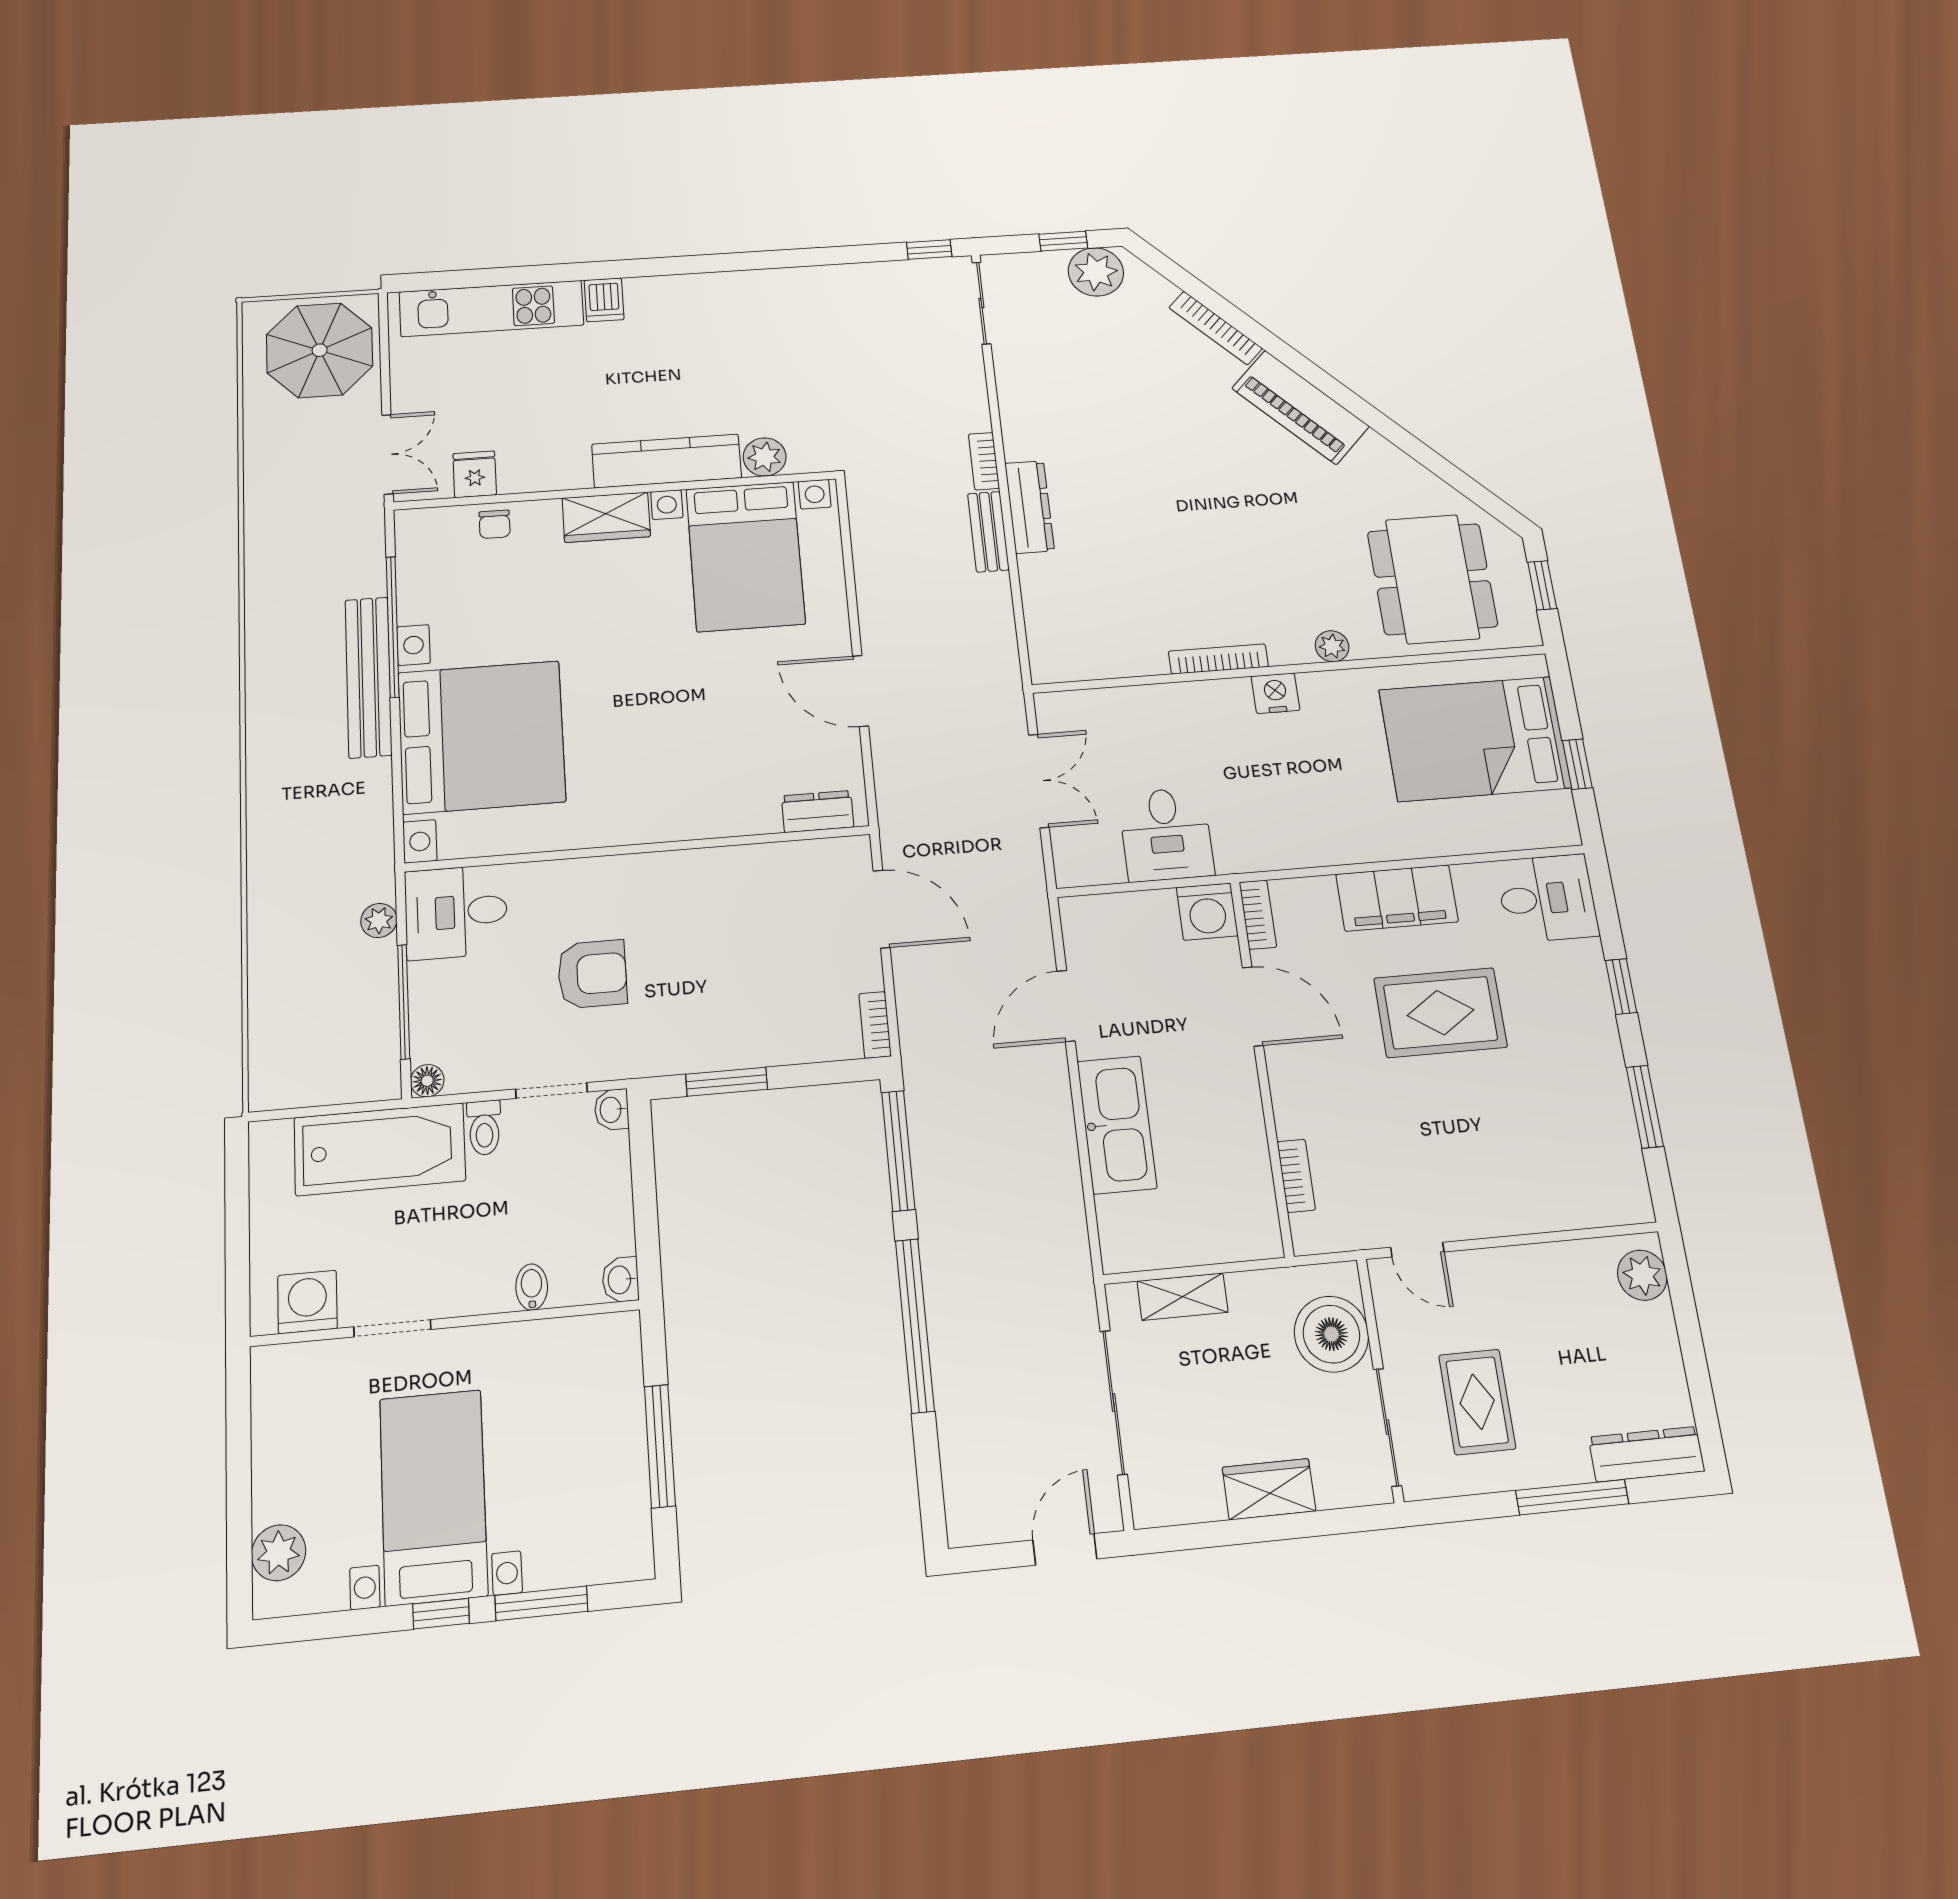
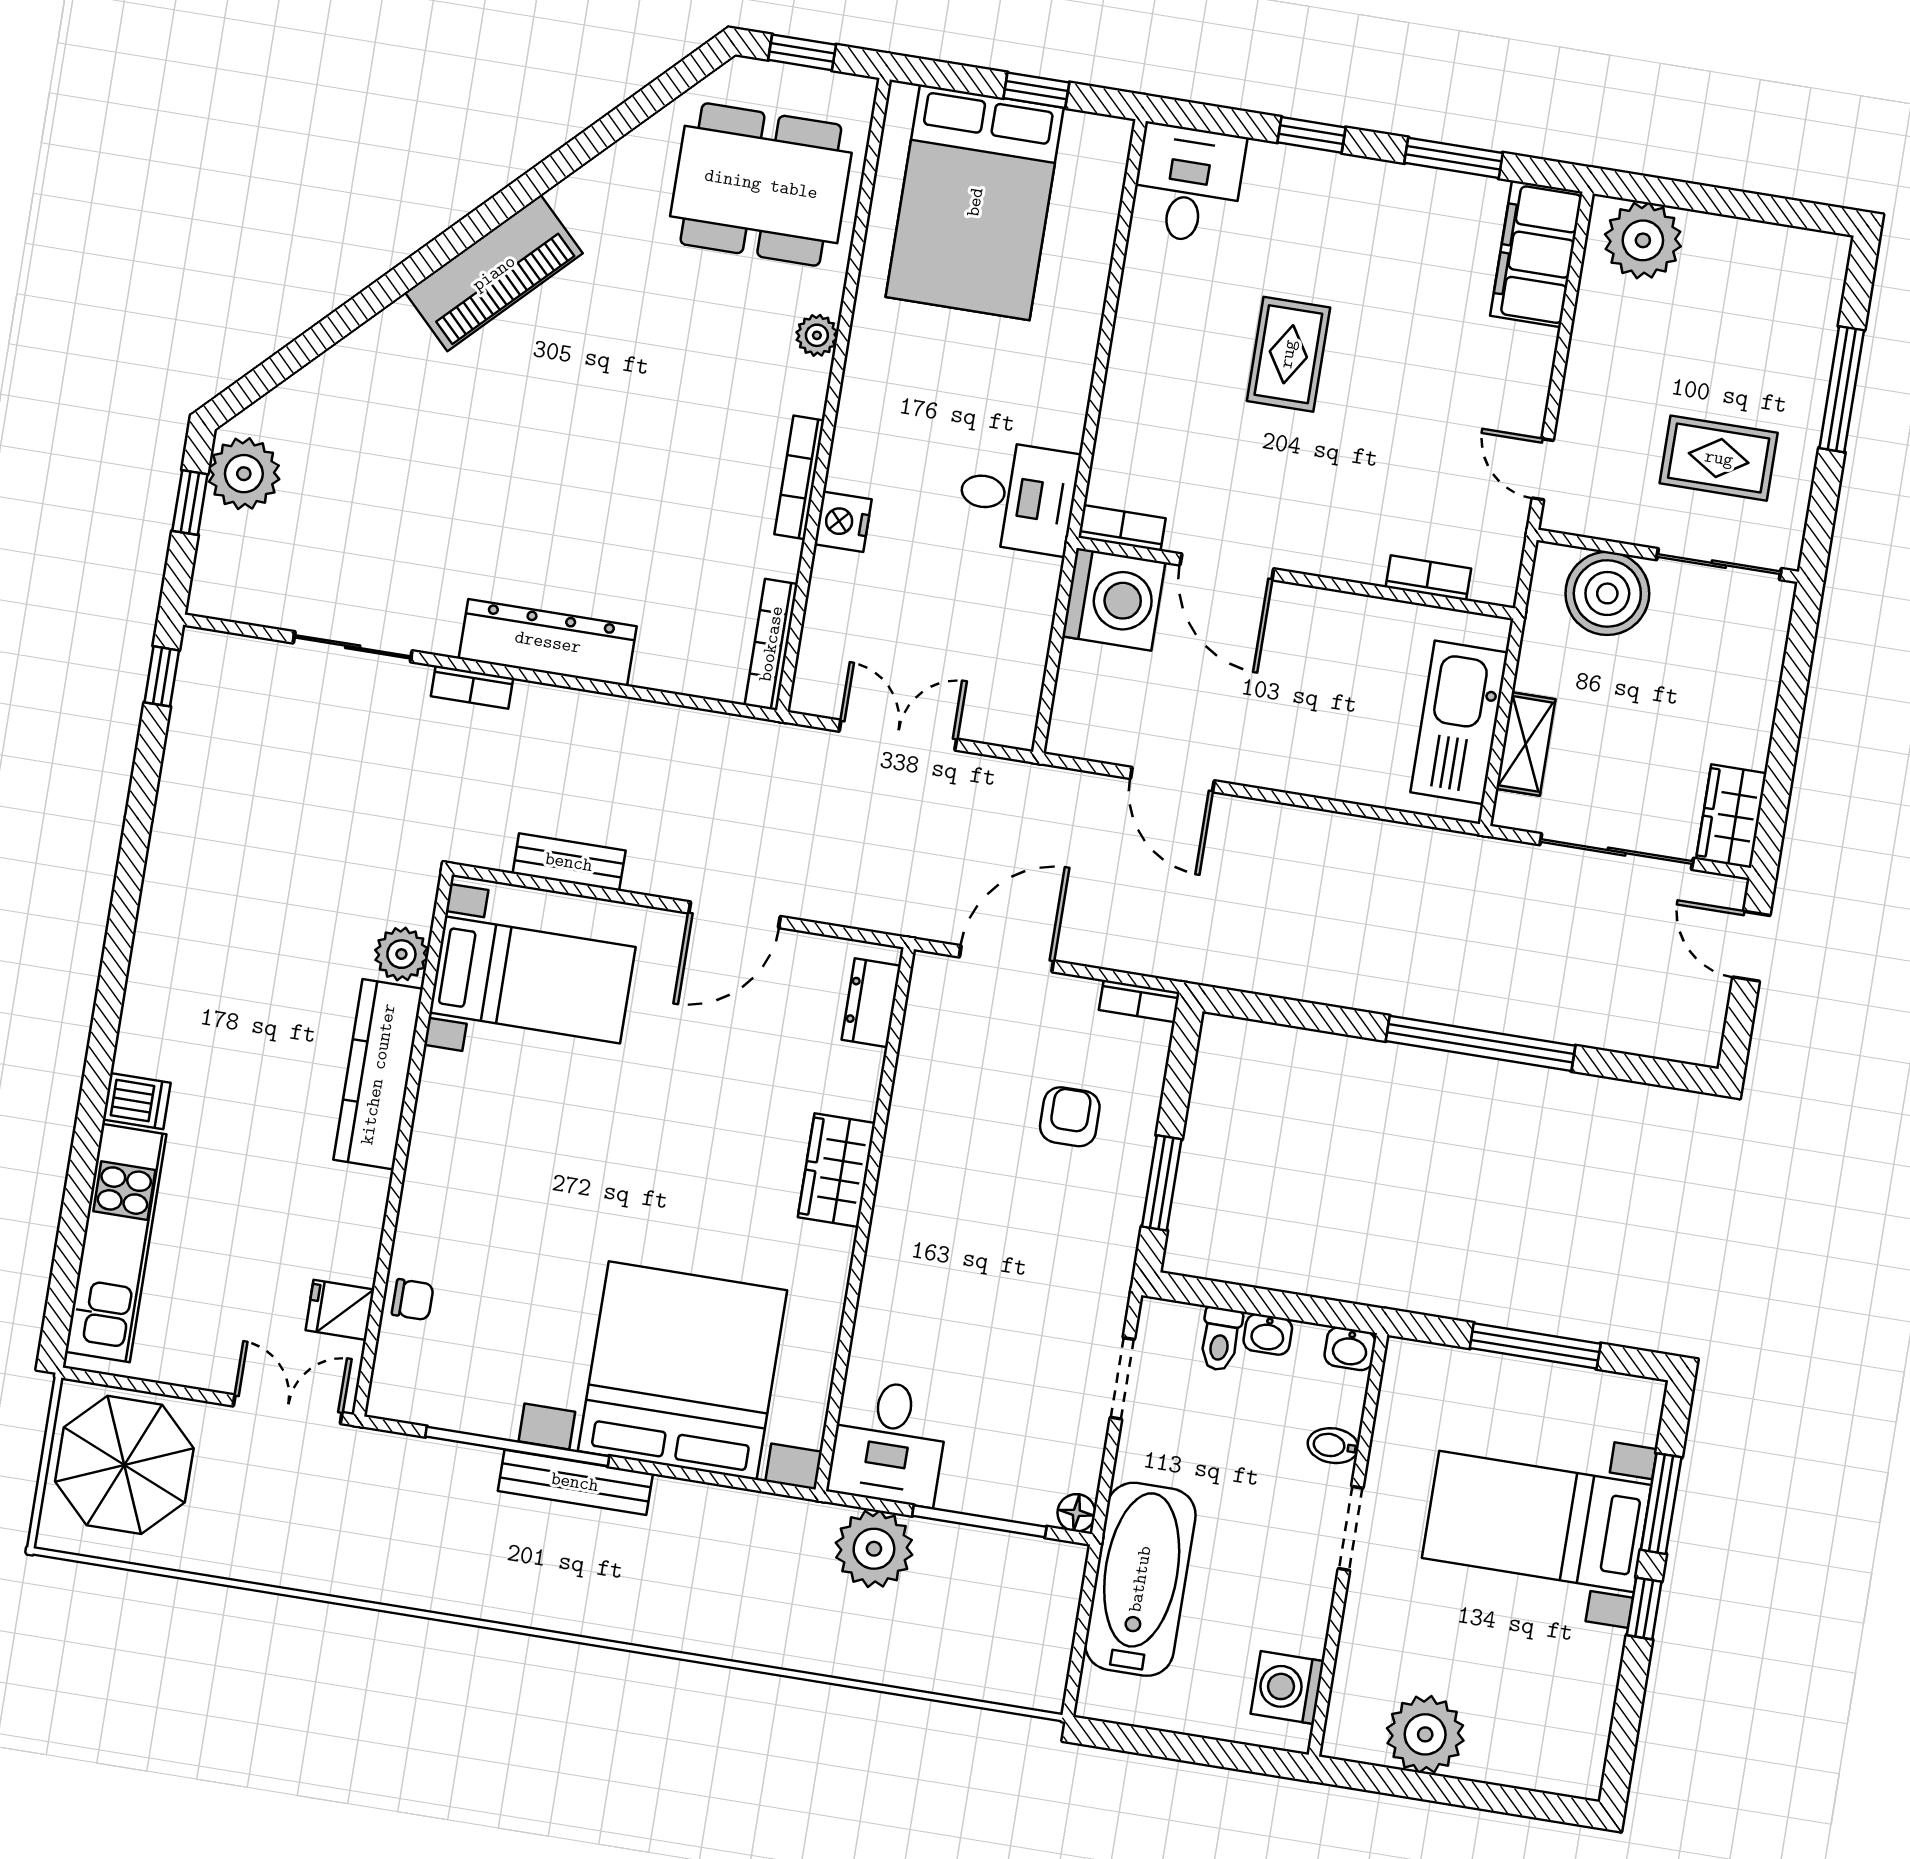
sliding door: (981, 303) -> (353, 647), moved
bookcase: (1215, 328) -> (771, 644), moved, turned 135
dresser: (1030, 507) -> (548, 642), width x1.37, depth x1.24
wardrobe: (606, 517) -> (837, 1170), moved, turned 180
bench: (988, 532) -> (569, 862), moved
bed with nightstands: (745, 556) -> (532, 980), width x0.73
bench: (368, 677) -> (575, 1482), width x0.73, depth x0.82
nightstand: (1275, 693) -> (843, 522), moved
desk: (1166, 834) -> (1018, 497), moved
filing cabinet: (1397, 898) -> (1536, 254), moved, turned 180
washing machine: (1207, 912) -> (1114, 599), width x1.37, depth x1.37
plant: (379, 920) -> (874, 1549), width x1.88, depth x1.88
armchair: (592, 974) -> (1070, 1117), moved, width x0.72, depth x0.72
door: (1253, 1006) -> (1227, 567), swing flipped
rug: (1440, 1013) -> (1288, 354), width x0.73, depth x0.70
washbasin: (612, 1110) -> (1268, 1334), moved
kitchen sink: (1117, 1125) -> (1459, 722), moved, turned -90
toilet: (484, 1128) -> (1220, 1339), moved, turned 90
window: (898, 1151) -> (1287, 1012), removed
door: (1417, 1250) -> (1543, 469), swing flipped
plant: (1642, 1275) -> (1643, 240), width x1.36, depth x1.36
doorway: (392, 1328) -> (1351, 1528), moved
dresser: (1647, 1454) -> (1820, 293), removed
wardrobe: (1269, 1489) -> (1731, 816), moved
bed with nightstands: (433, 1497) -> (1537, 1521), moved
plant: (279, 1553) -> (1425, 1734), moved, width x1.36, depth x1.36

